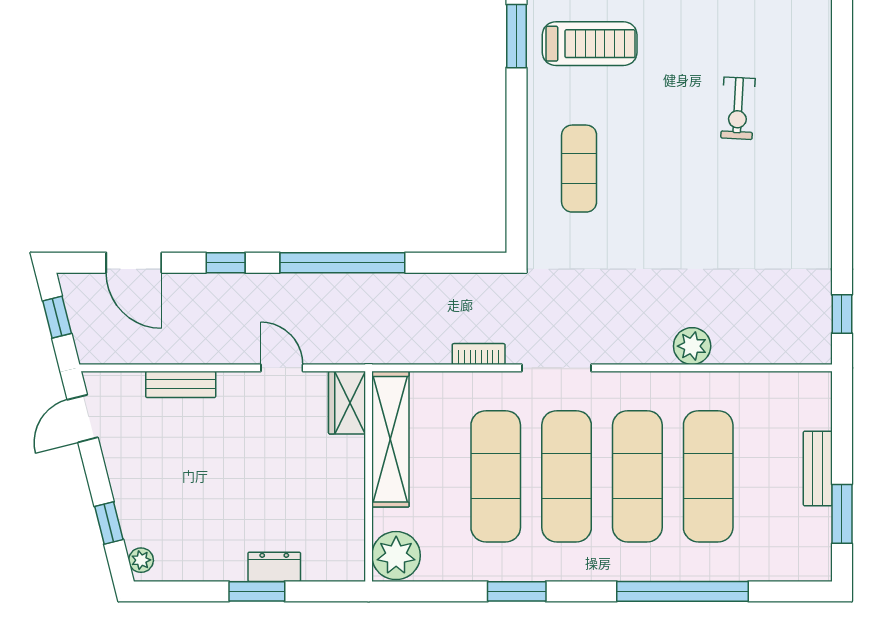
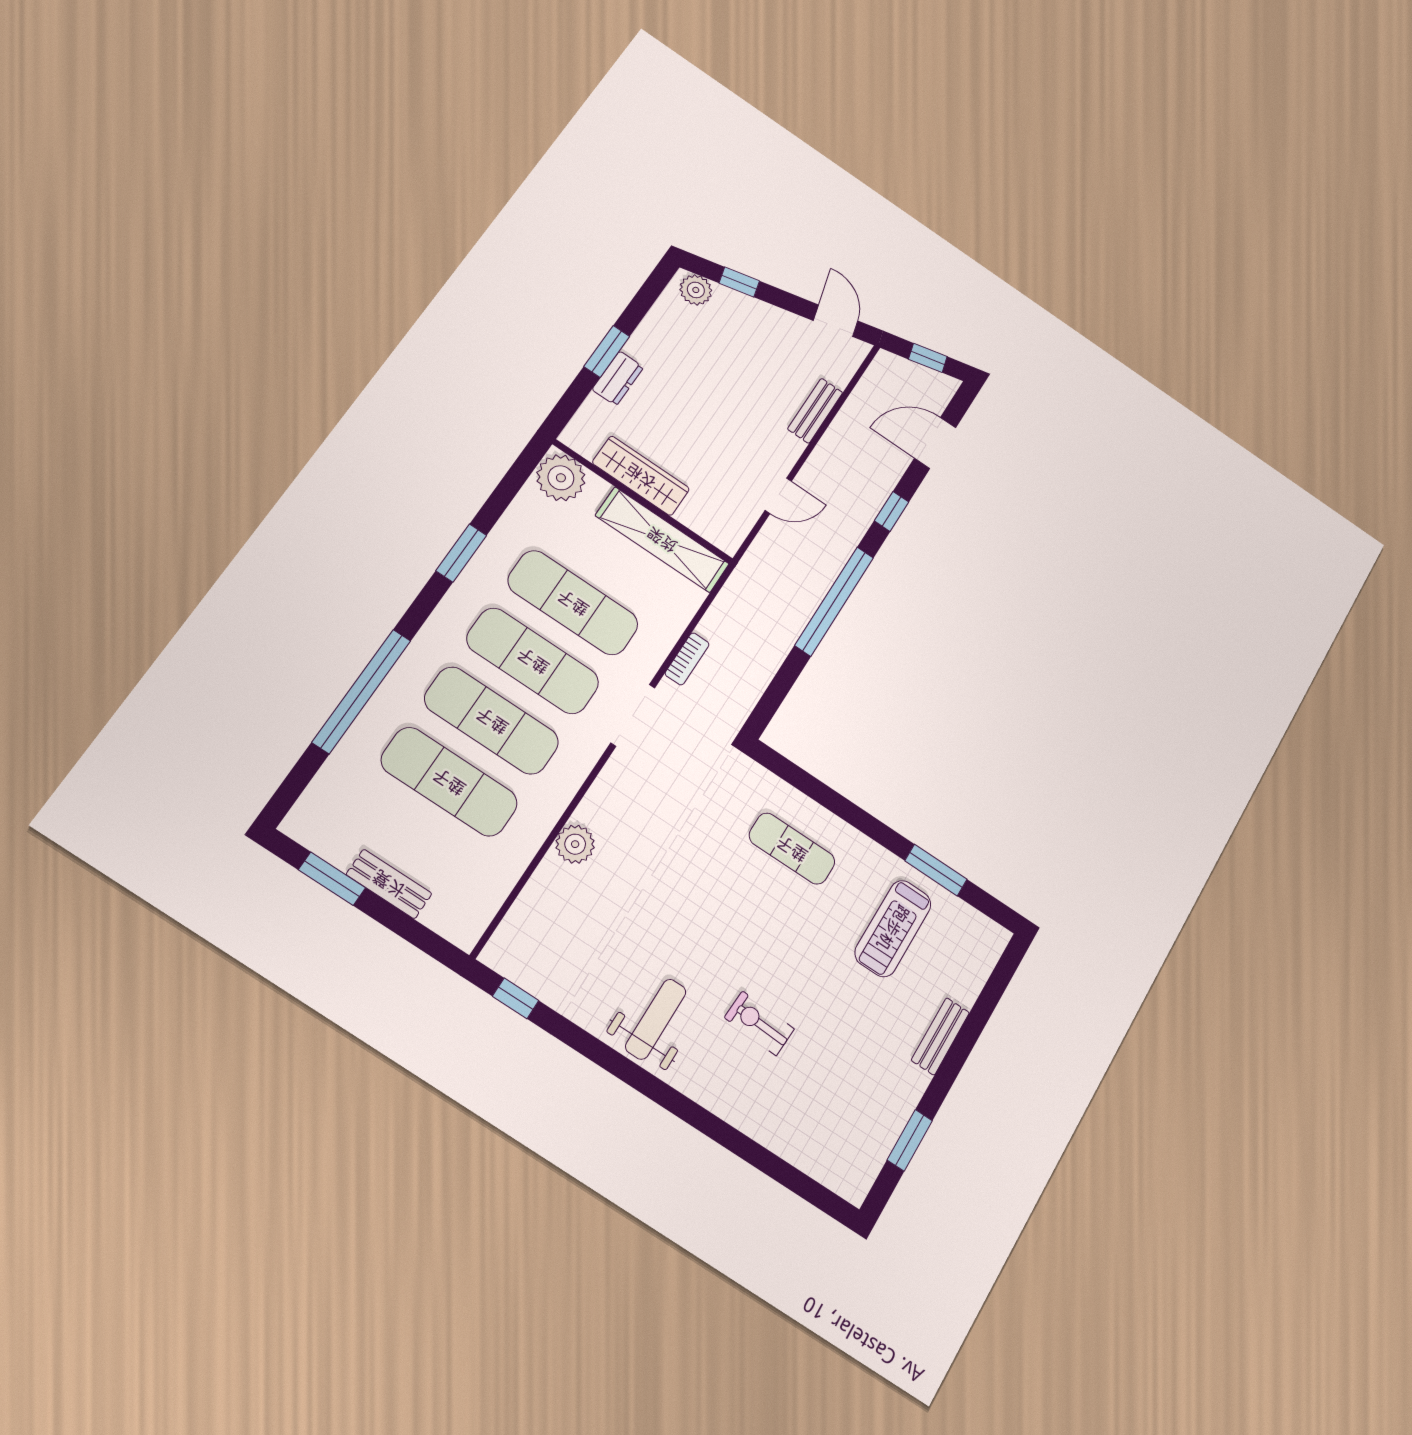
weight bench: (788, 194) -> (656, 1019), added
wardrobe: (347, 403) -> (641, 476), moved, width x1.50
plant: (141, 560) -> (696, 290), width x1.38, depth x1.38

